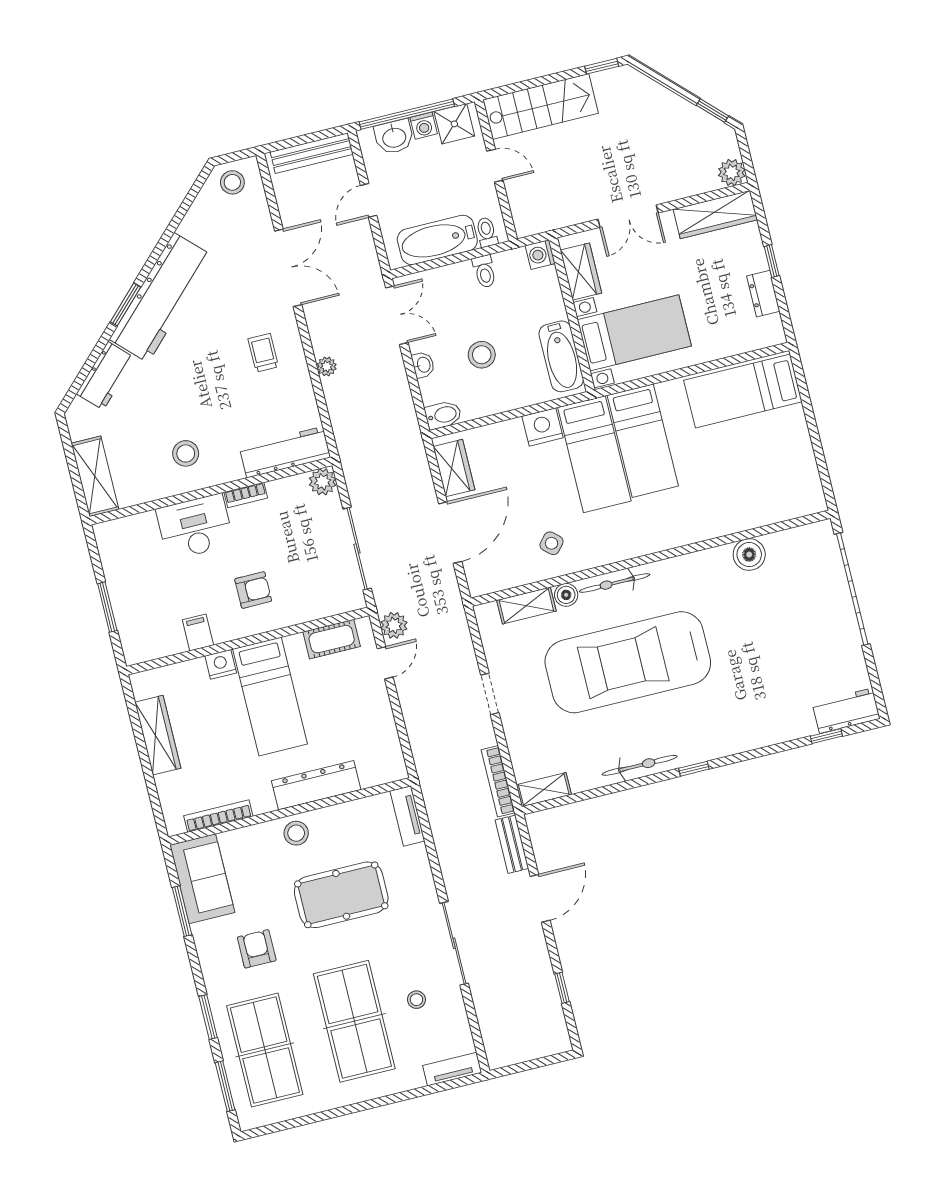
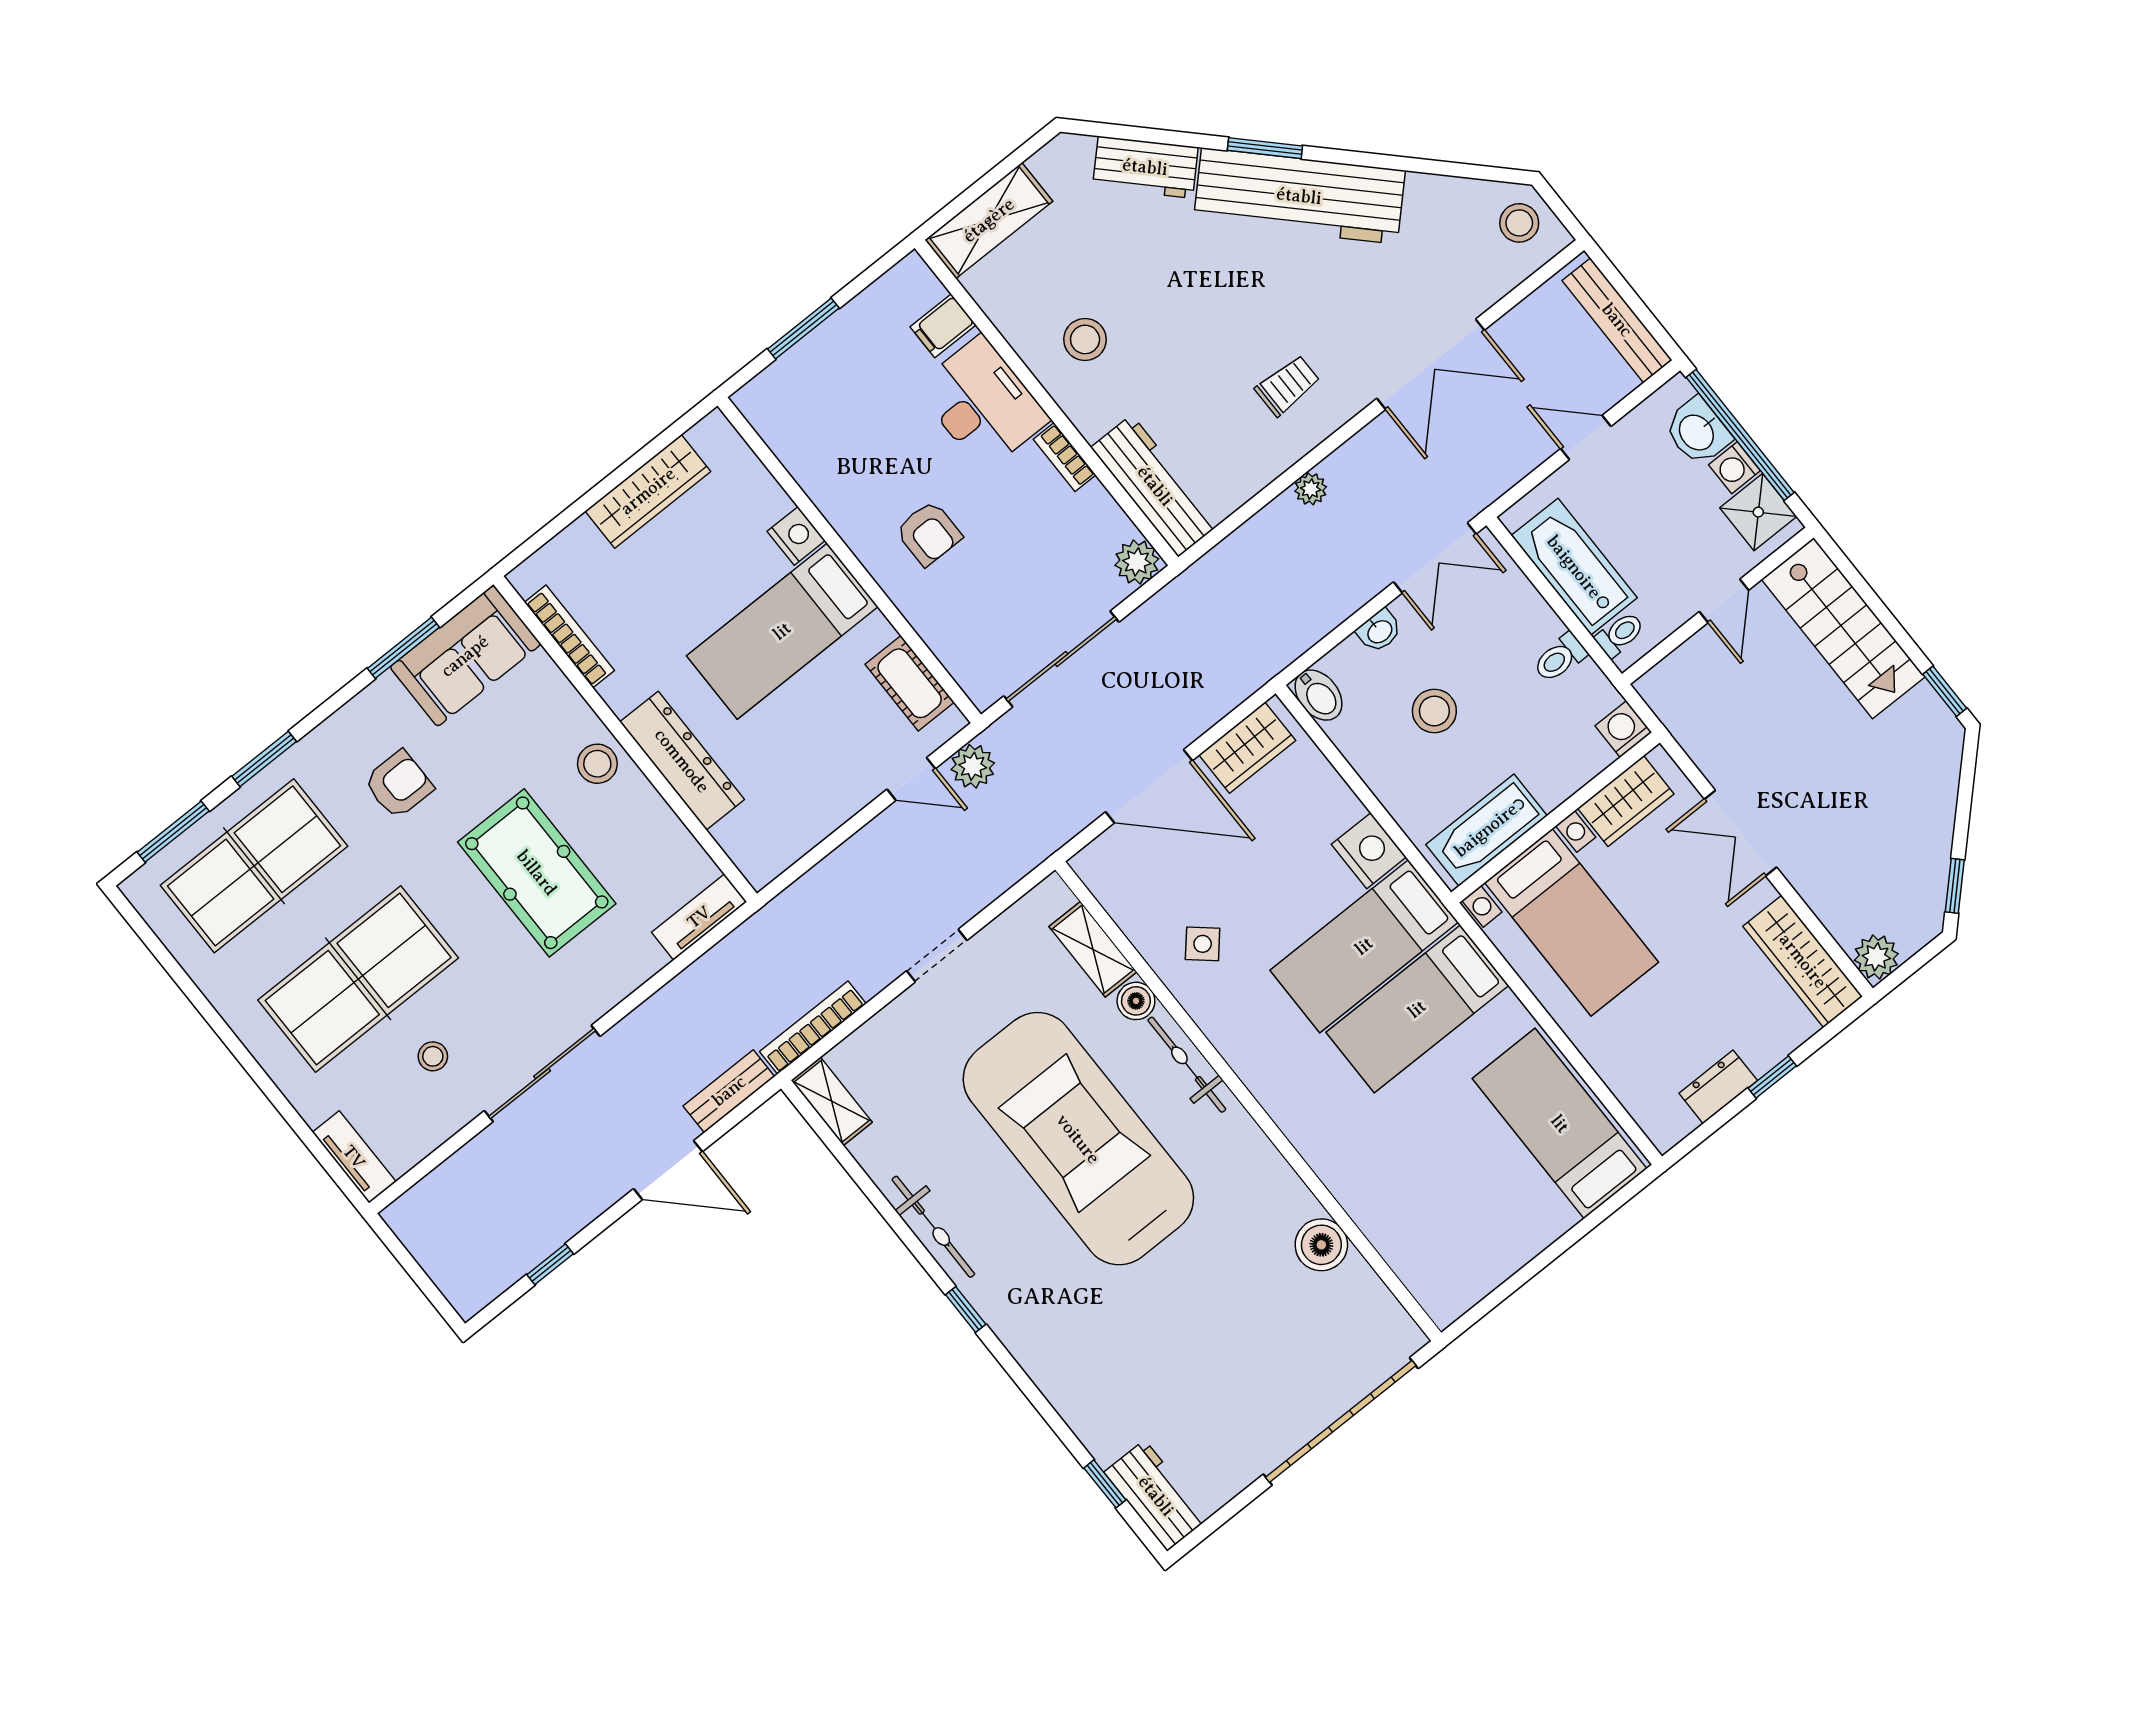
filing cabinet: (198, 633) -> (943, 326), moved, turned 180

